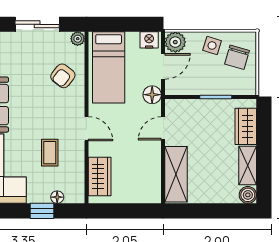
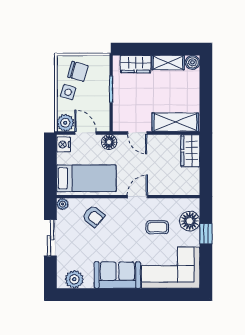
wardrobe: (100, 176) -> (190, 151), moved, turned -90
floor lamp: (57, 197) -> (190, 221), width x1.89, depth x1.89

